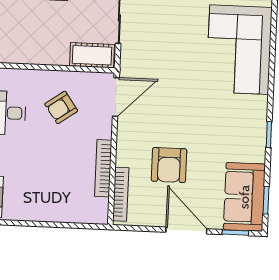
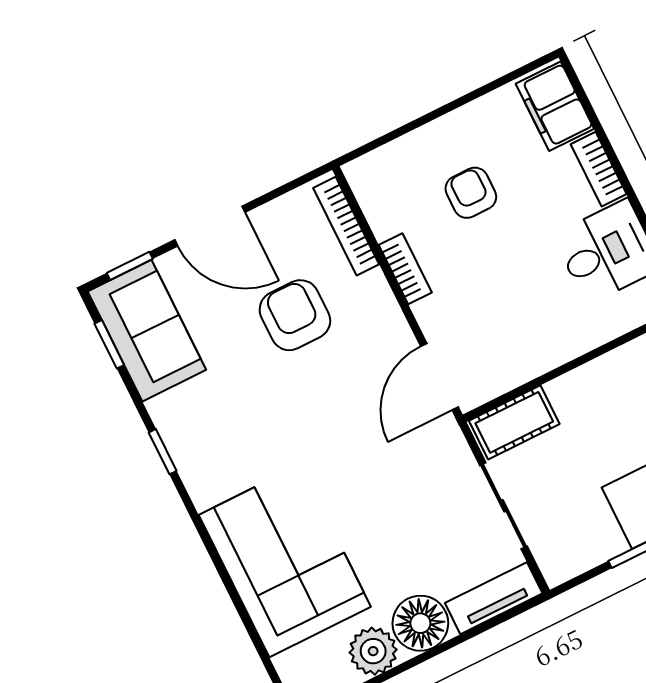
armchair: (61, 107) -> (471, 193), moved, turned -55
bookcase: (103, 168) -> (405, 269), width x0.64

